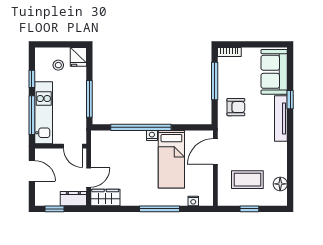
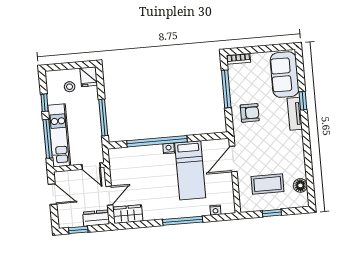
tv unit: (281, 119) -> (295, 114), width x0.71

